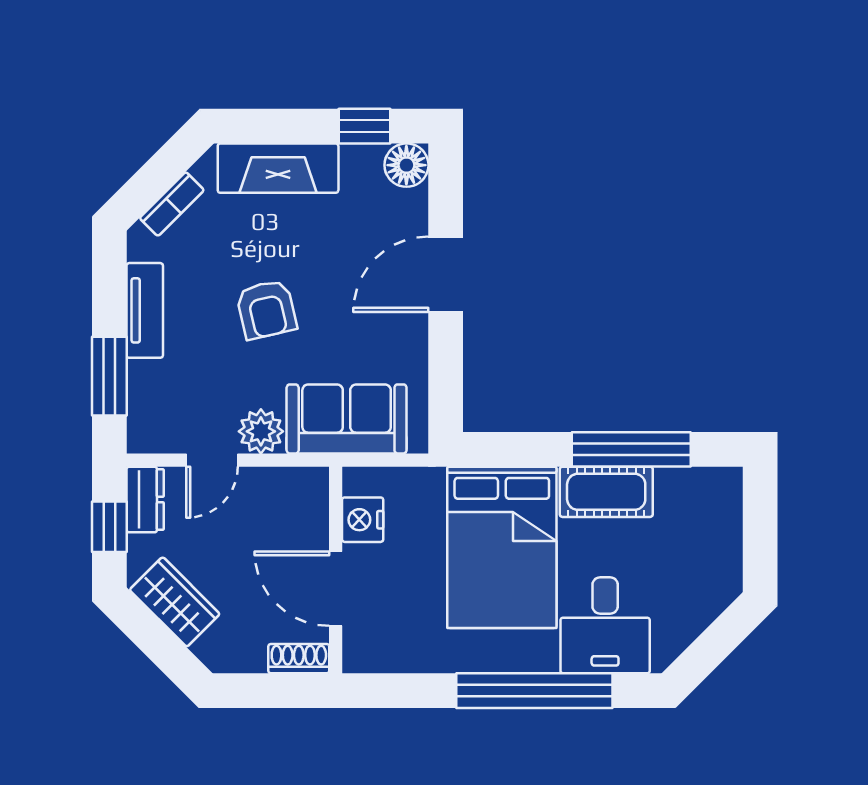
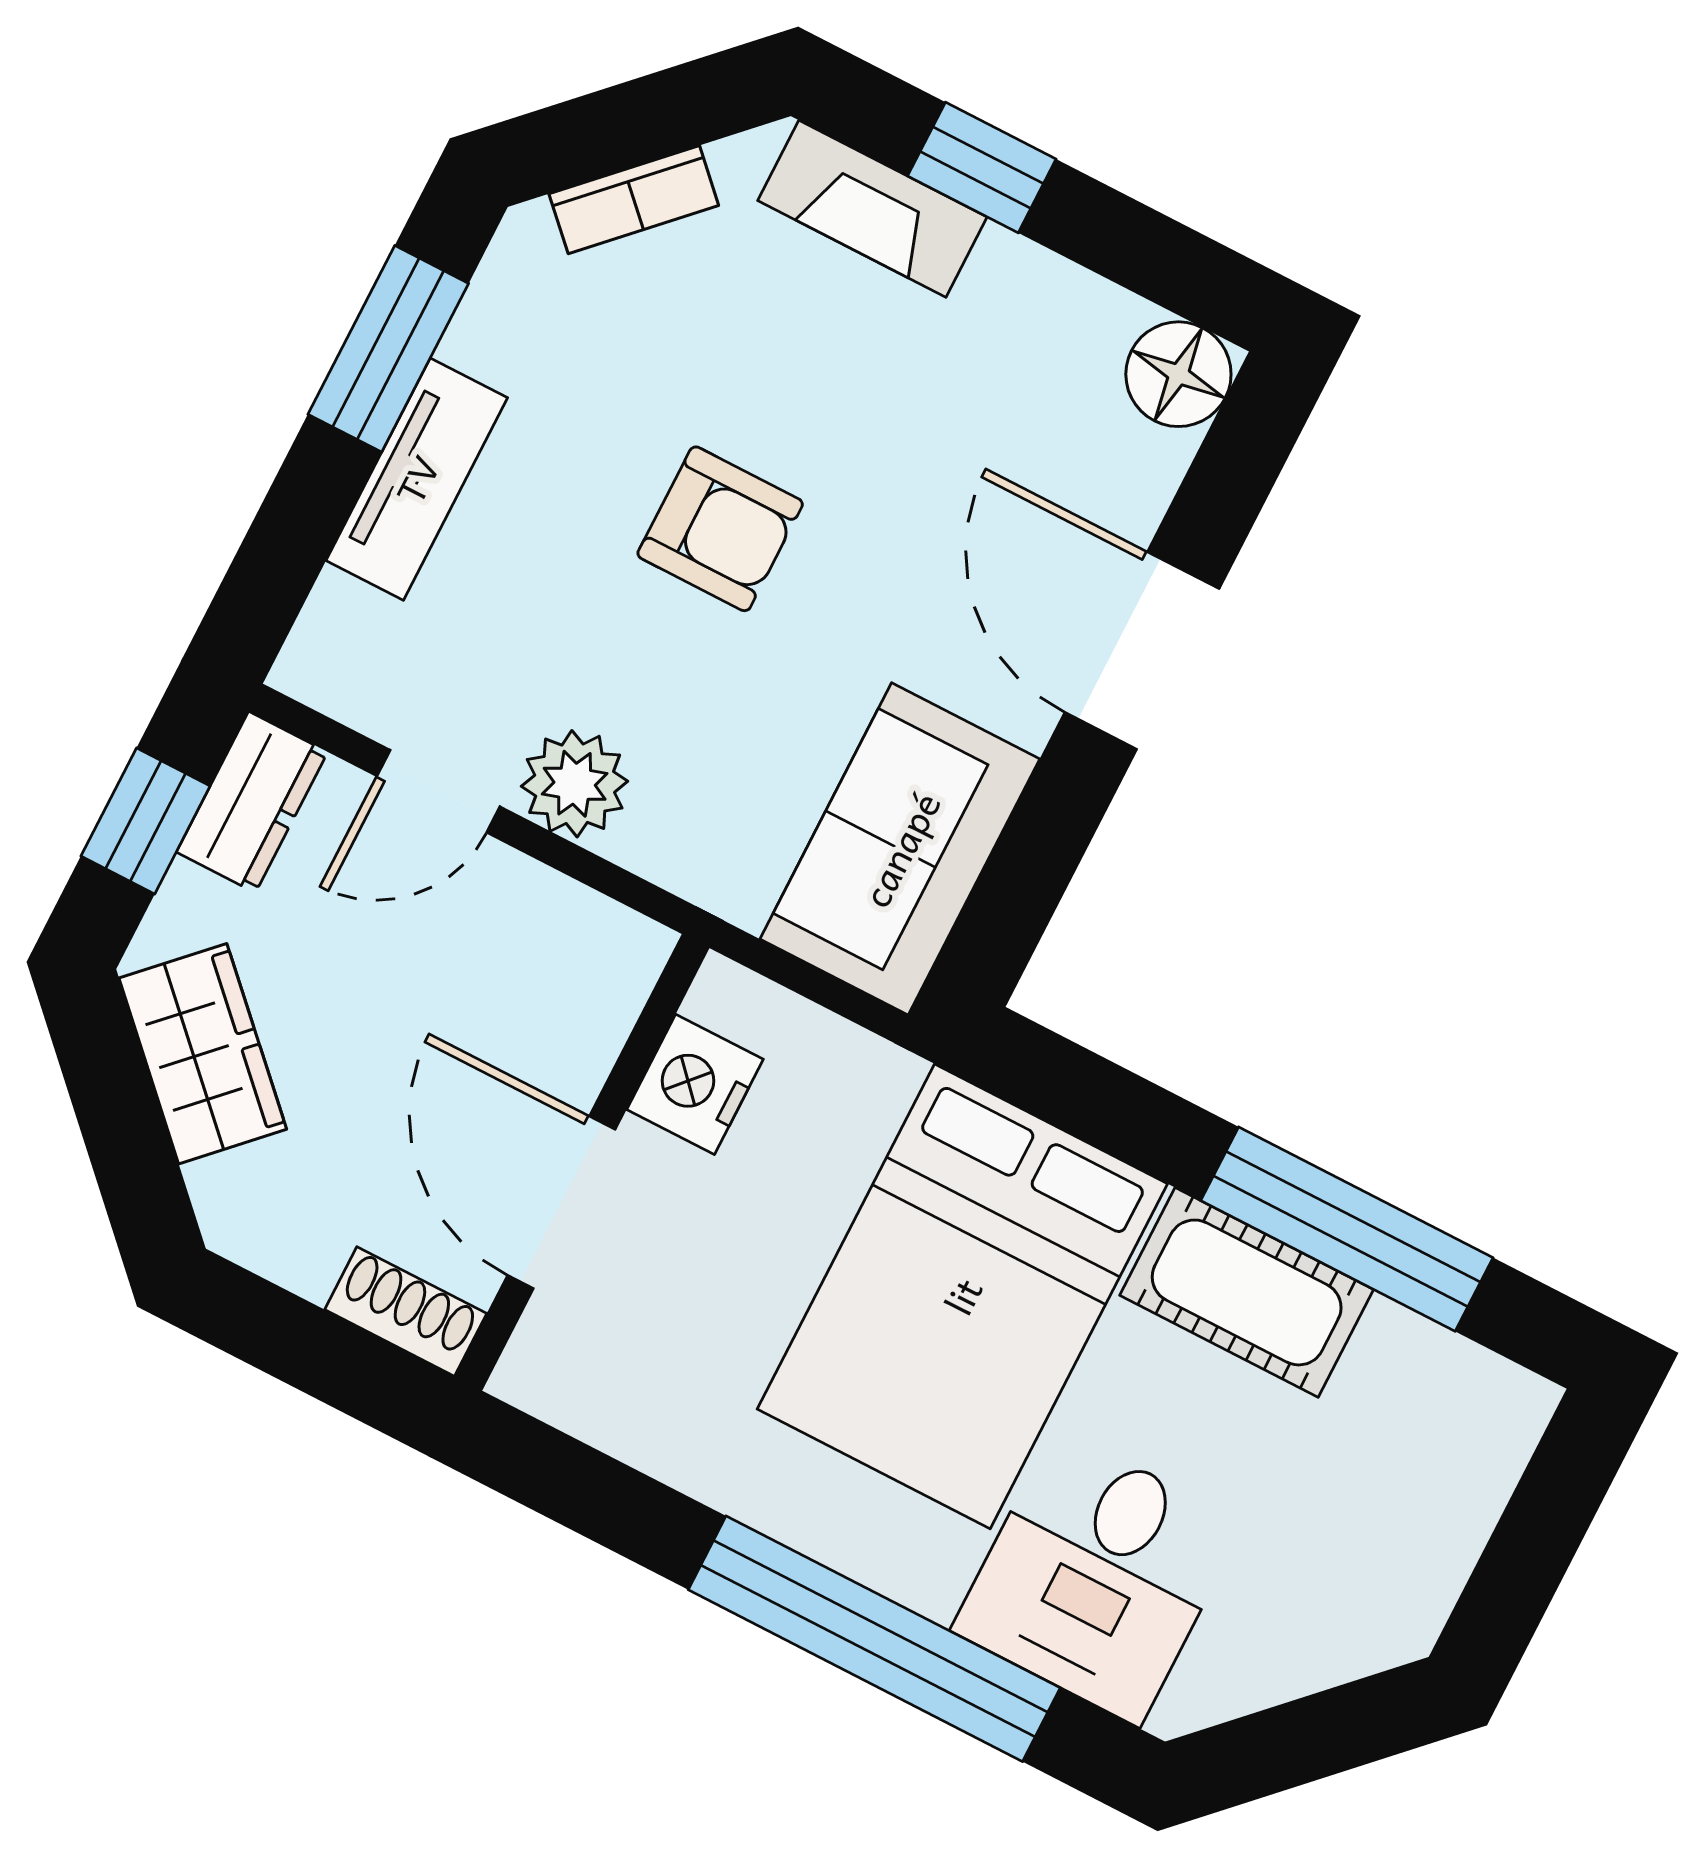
window: (365, 126) -> (982, 168), moved
fireplace: (278, 168) -> (872, 209), width x0.73, depth x0.76
door: (446, 274) -> (1142, 651), hinge flipped
armchair: (266, 309) -> (720, 529), turned -77
tv unit: (145, 310) -> (417, 479), moved
window: (109, 376) -> (388, 349), moved
sofa: (347, 419) -> (900, 849), moved, turned -90

